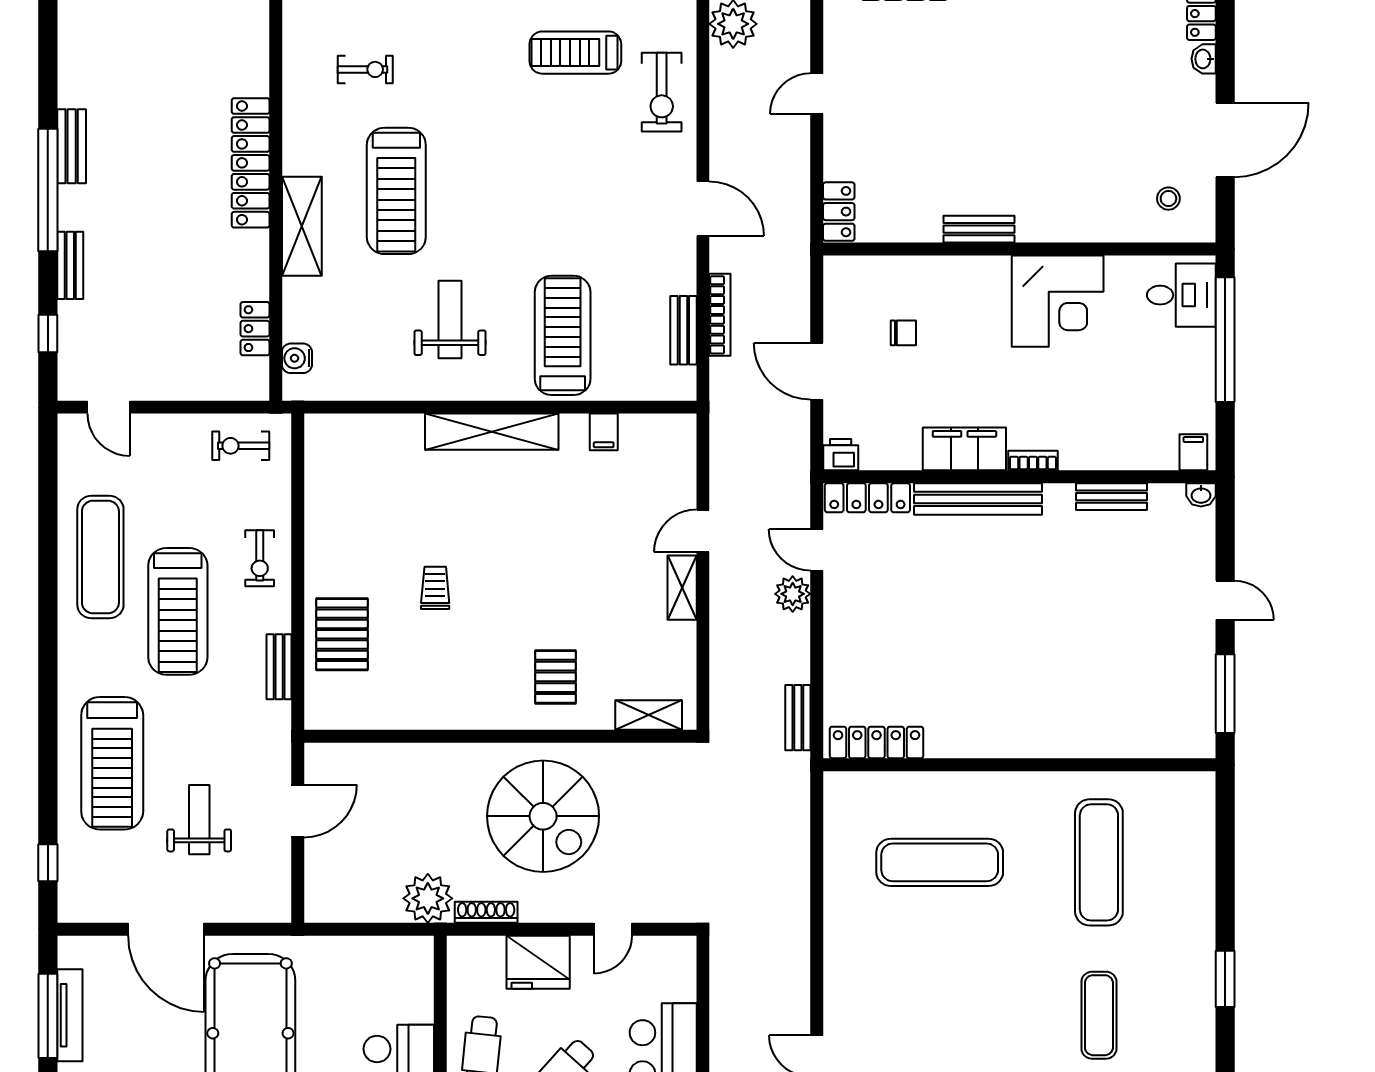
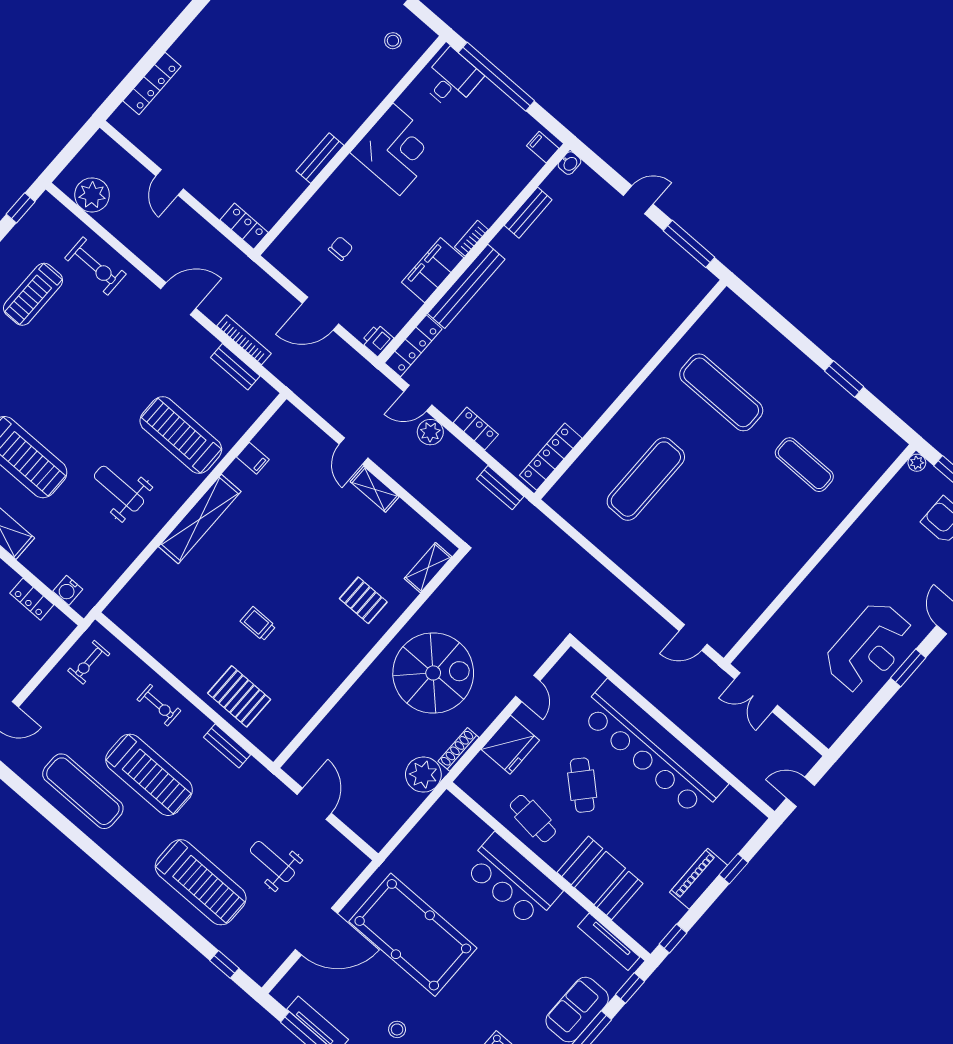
locker: (838, 638) -> (476, 429), added

